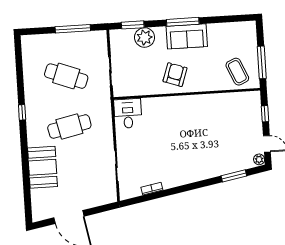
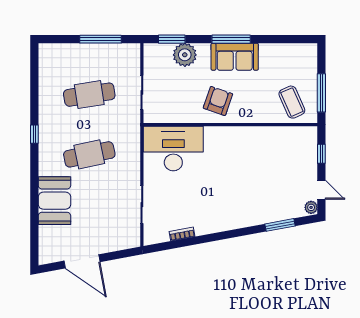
cafe table: (66, 76) -> (89, 95), turned -30
desk: (128, 113) -> (173, 149), width x1.87, depth x1.30

